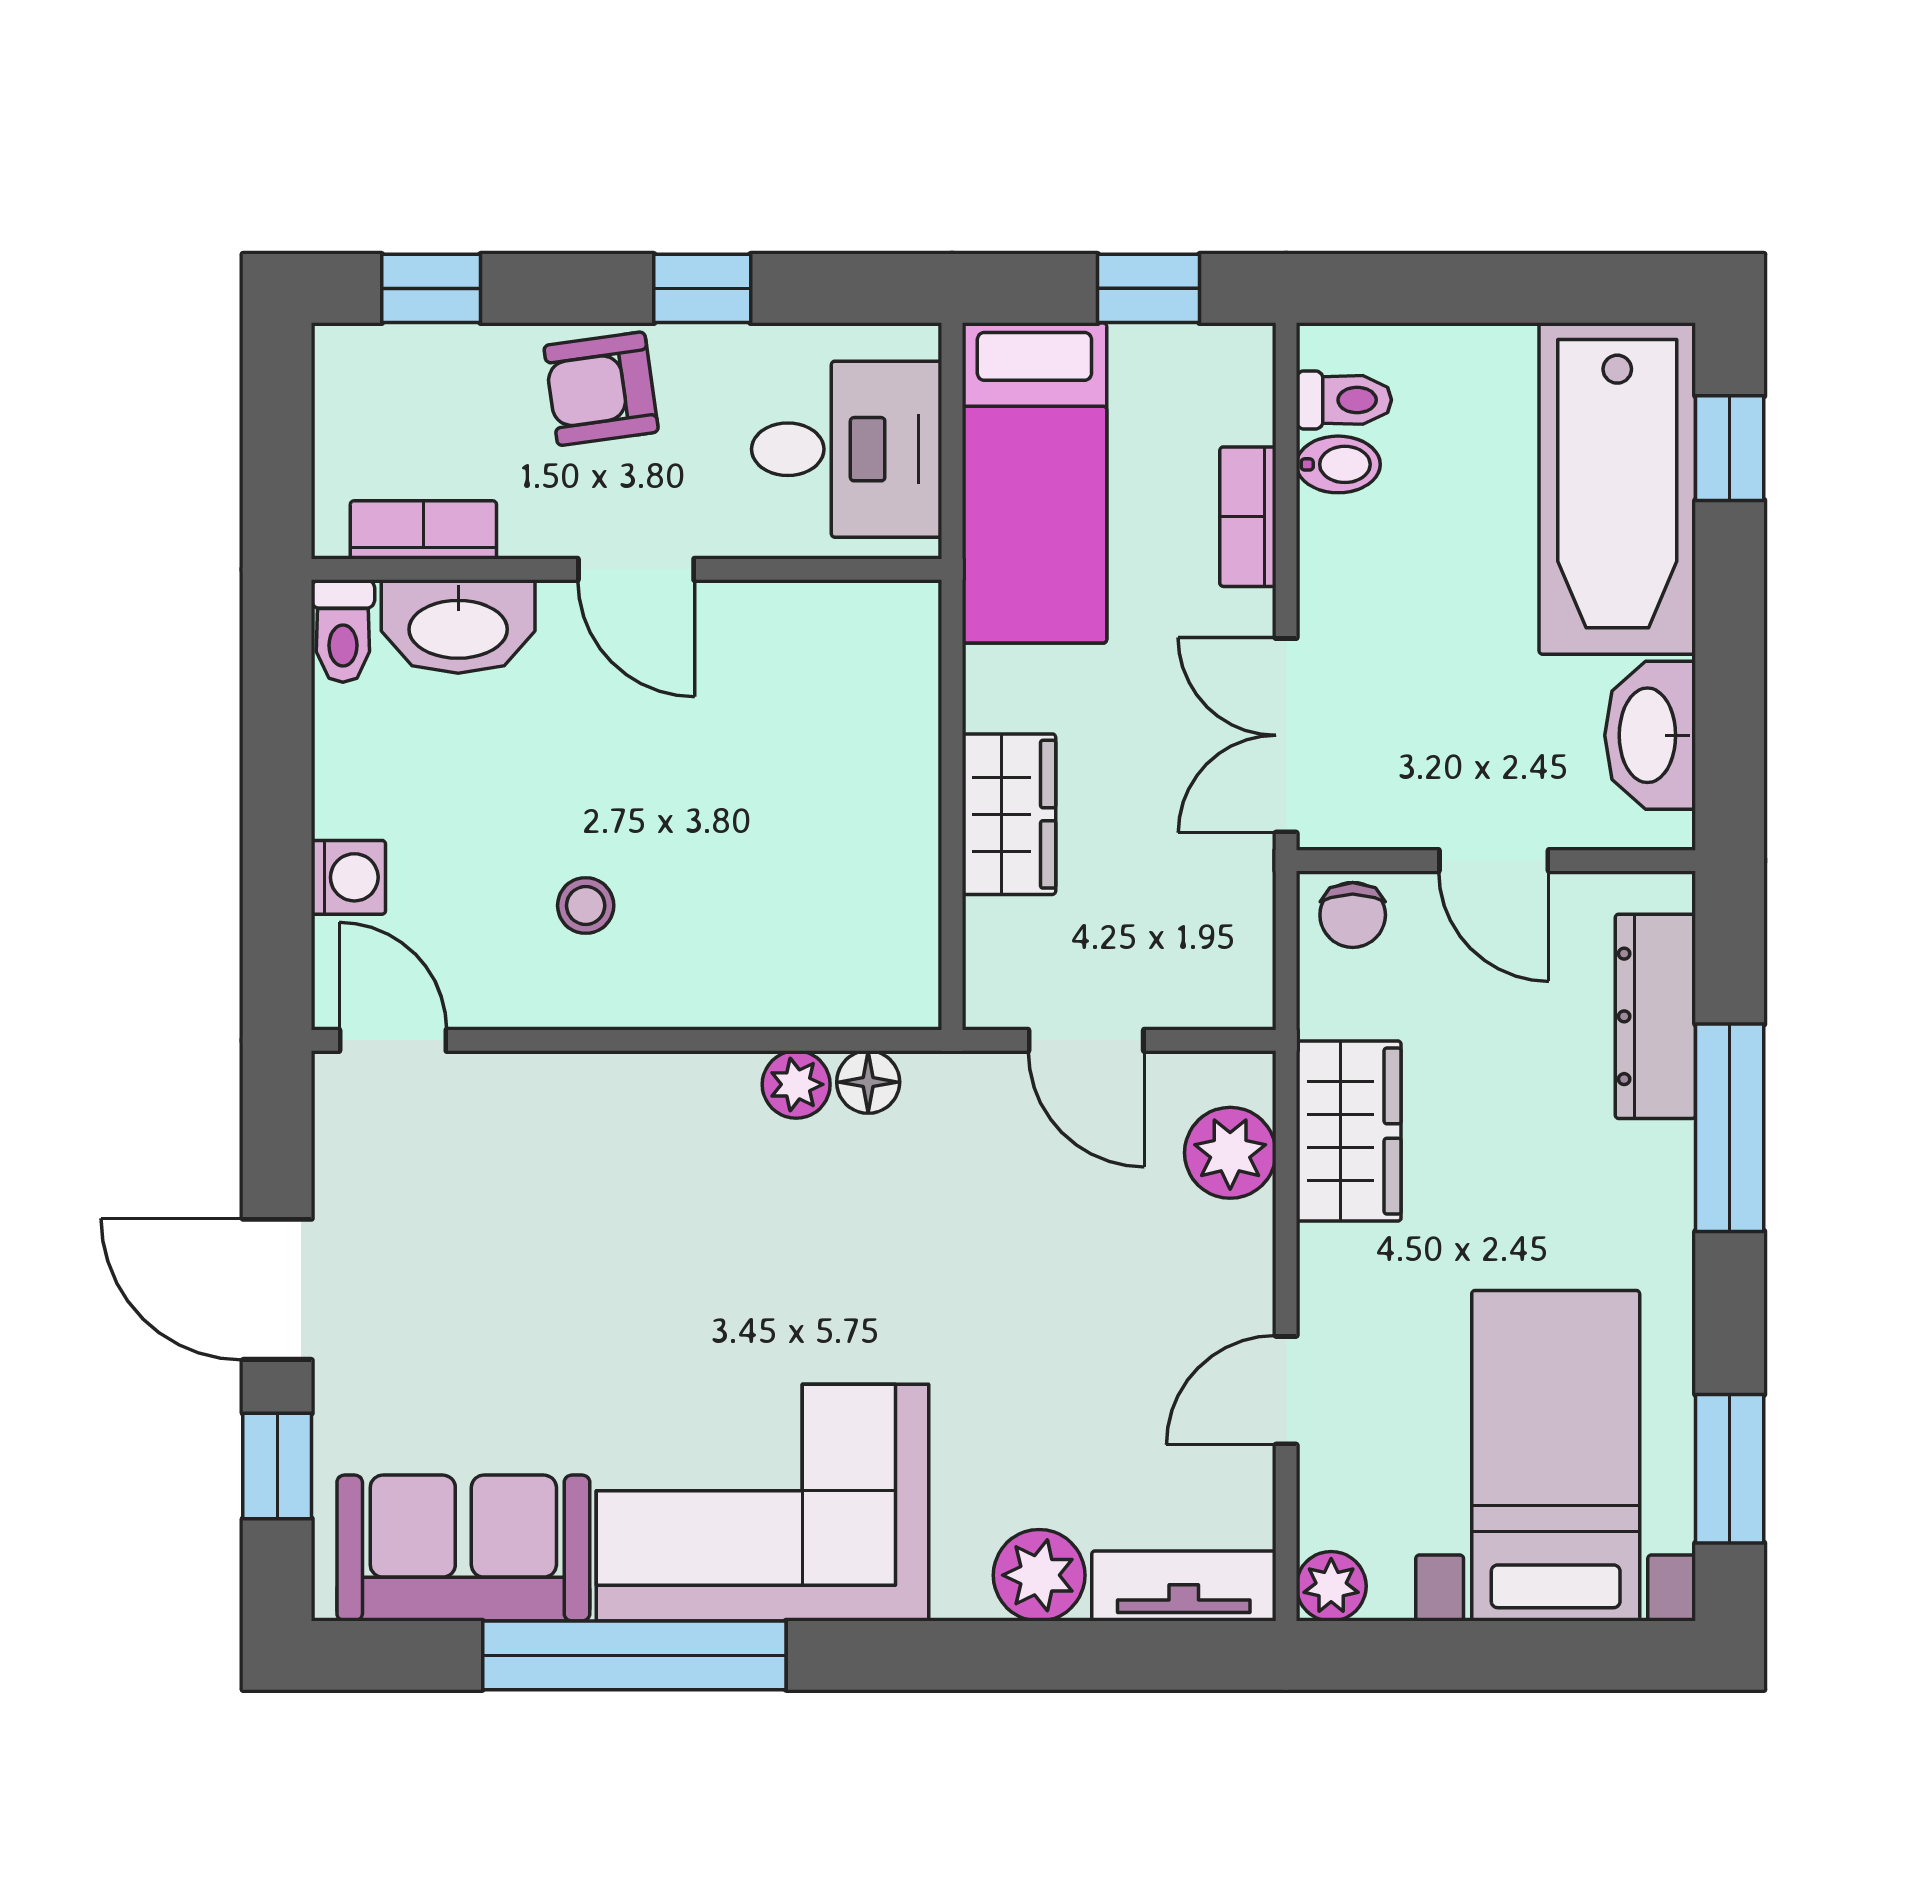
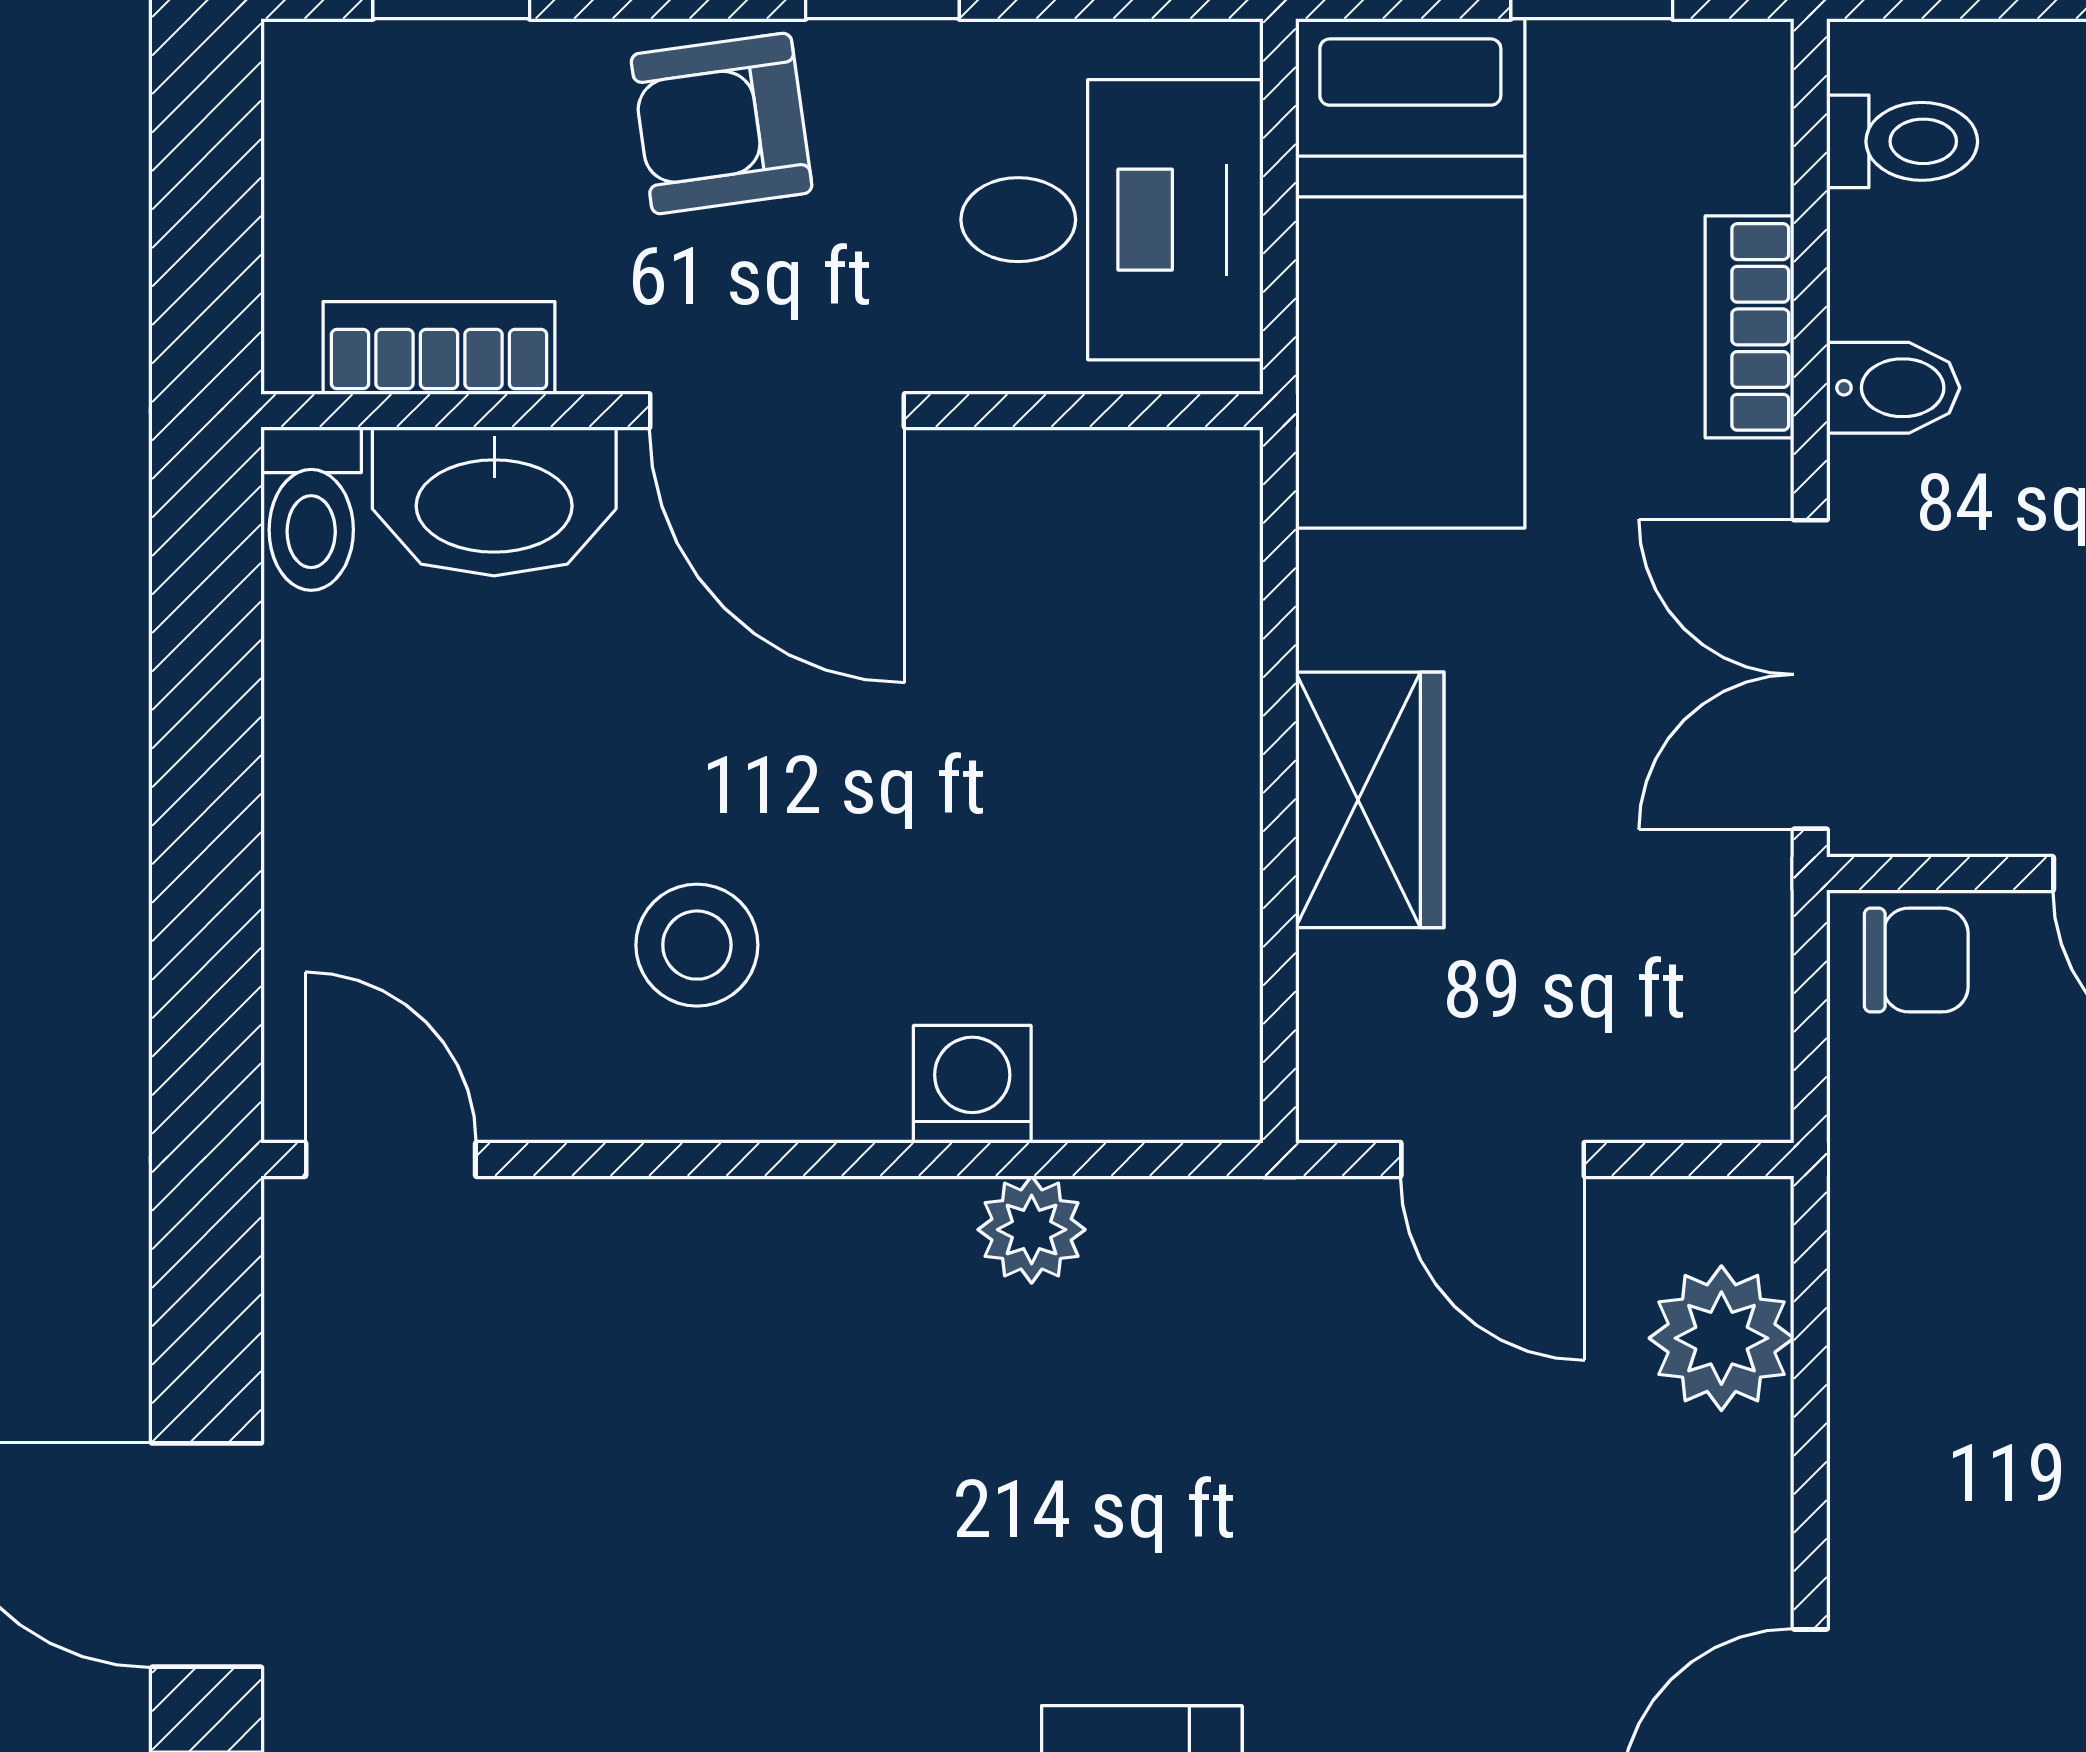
bidet: (1338, 464) -> (1893, 388), moved
door: (636, 569) -> (777, 411), width x1.38
washing machine: (348, 877) -> (972, 1084), moved, turned -90
stool: (586, 906) -> (697, 945), width x1.37, depth x1.37
chair: (1353, 915) -> (1916, 960), turned -90
floor lamp: (868, 1082) -> (1146, 1226), removed
wardrobe: (1349, 1131) -> (1910, 1303), removed

